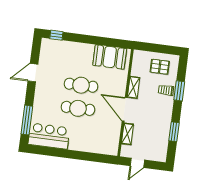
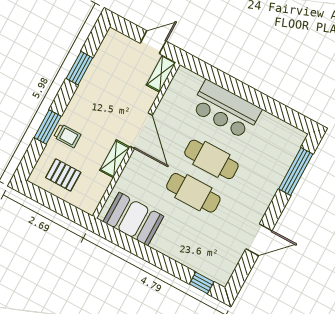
shelving: (127, 134) -> (161, 74), moved
bar counter: (49, 136) -> (226, 109), moved

